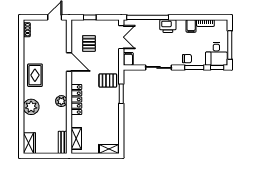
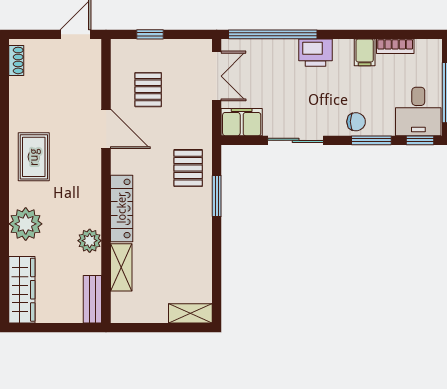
filing cabinet: (128, 59) -> (242, 122), width x2.00
pallet: (108, 80) -> (188, 168), turned 90
plant: (61, 101) -> (90, 241), moved
shelving: (76, 138) -> (121, 267), moved
wardrobe: (29, 143) -> (22, 290), width x1.50

